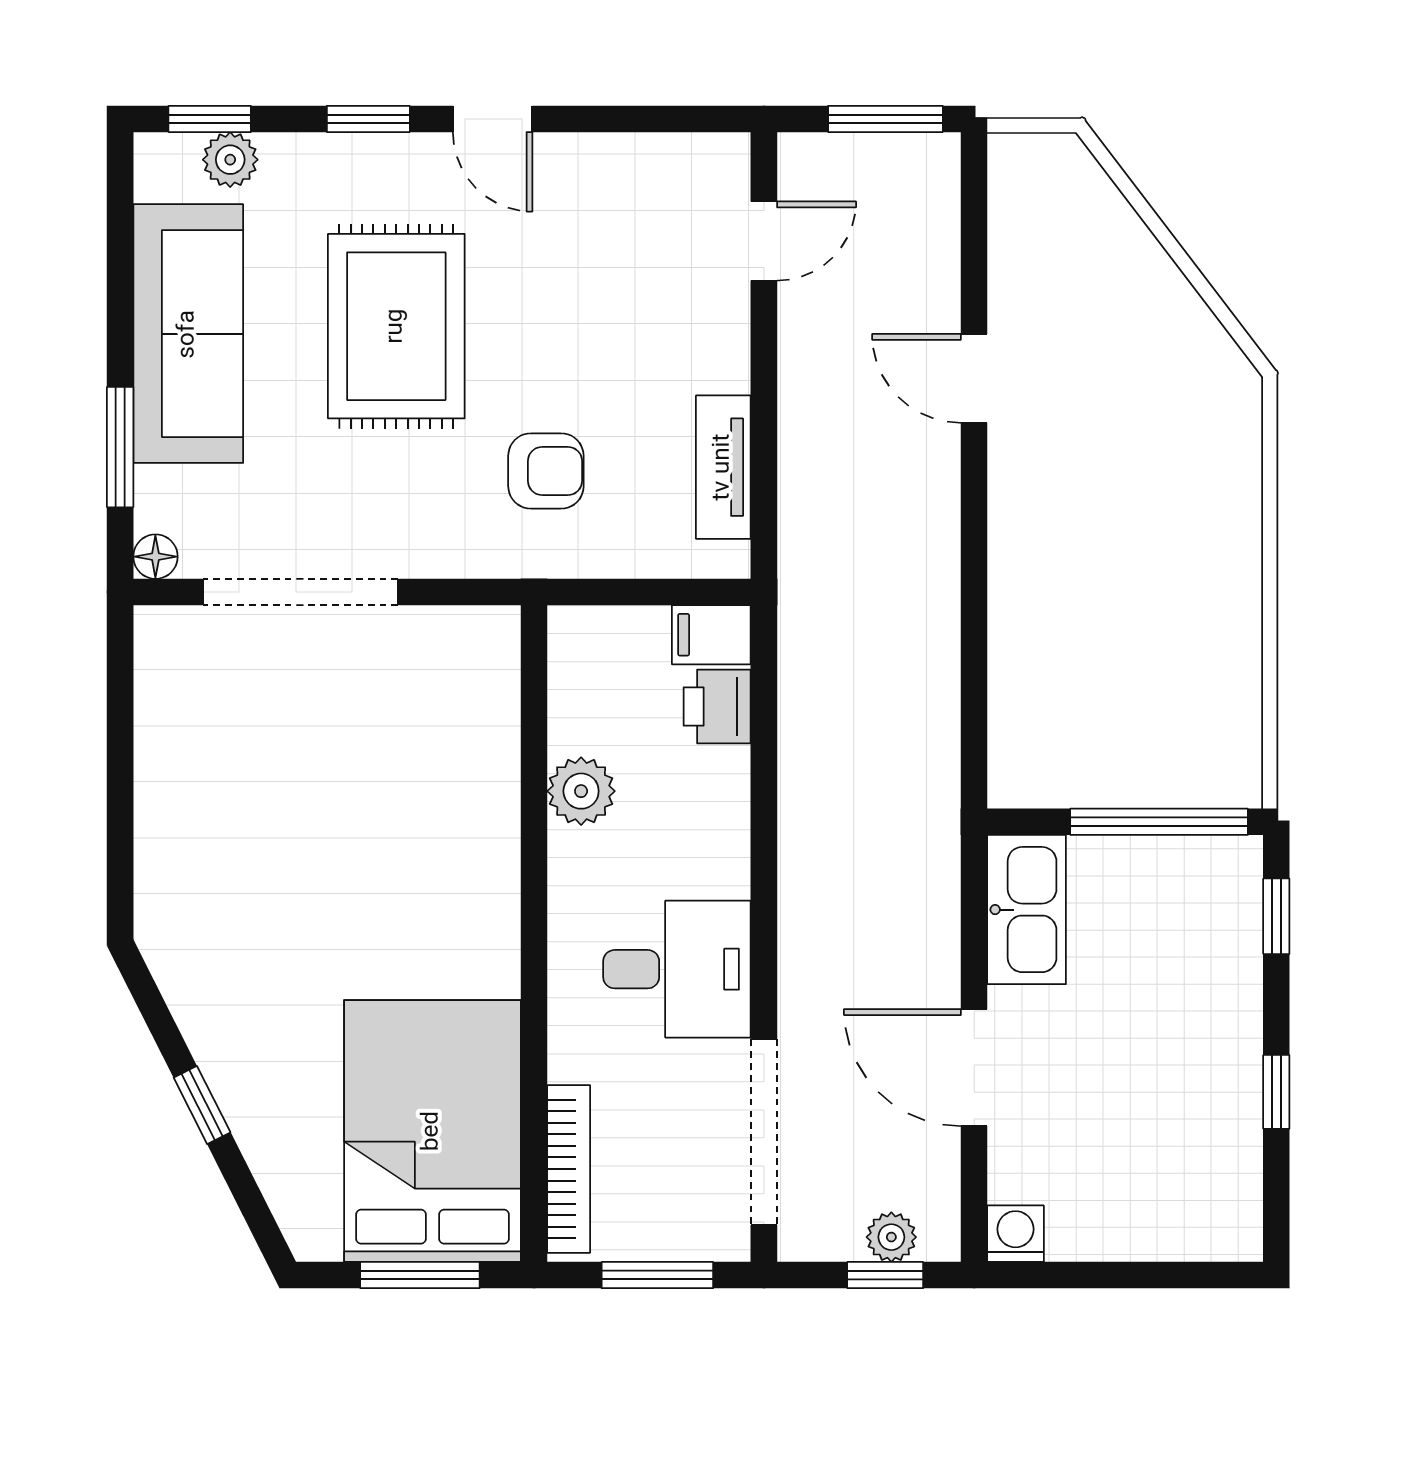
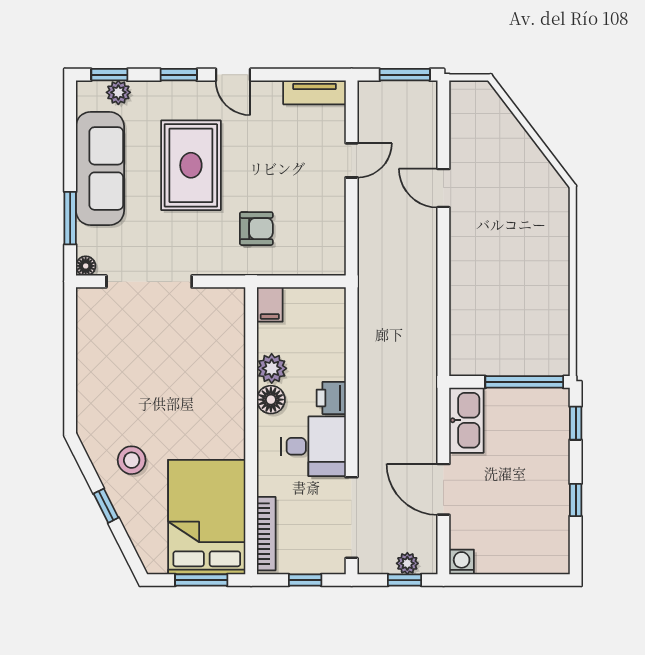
door: (764, 241) -> (352, 160), moved
tv unit: (723, 467) -> (315, 92), moved, turned -90
filing cabinet: (711, 635) -> (270, 304), moved, turned -90
printer: (717, 706) -> (331, 398), moved
floor lamp: (579, 862) -> (271, 400), added
stool: (261, 1001) -> (132, 460), added
window: (657, 1275) -> (305, 580), width x0.67

